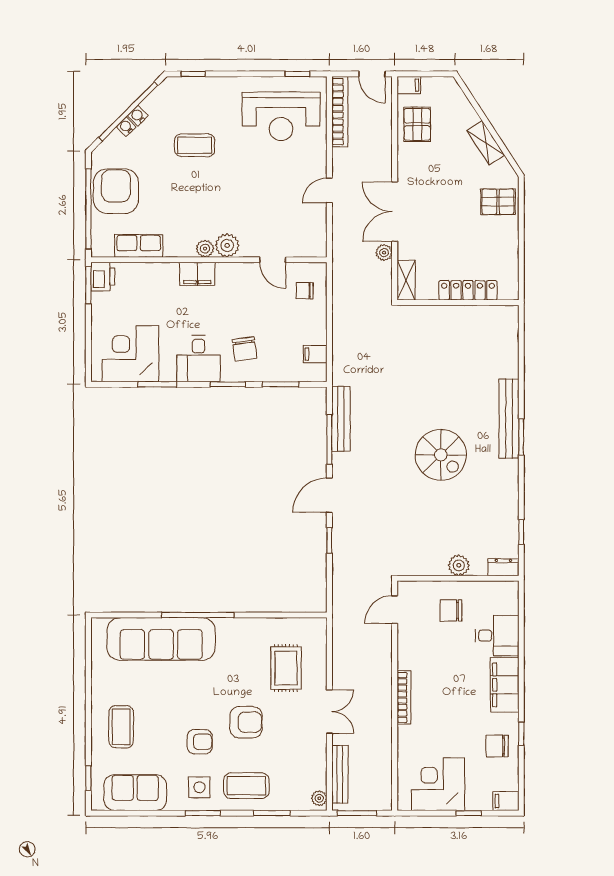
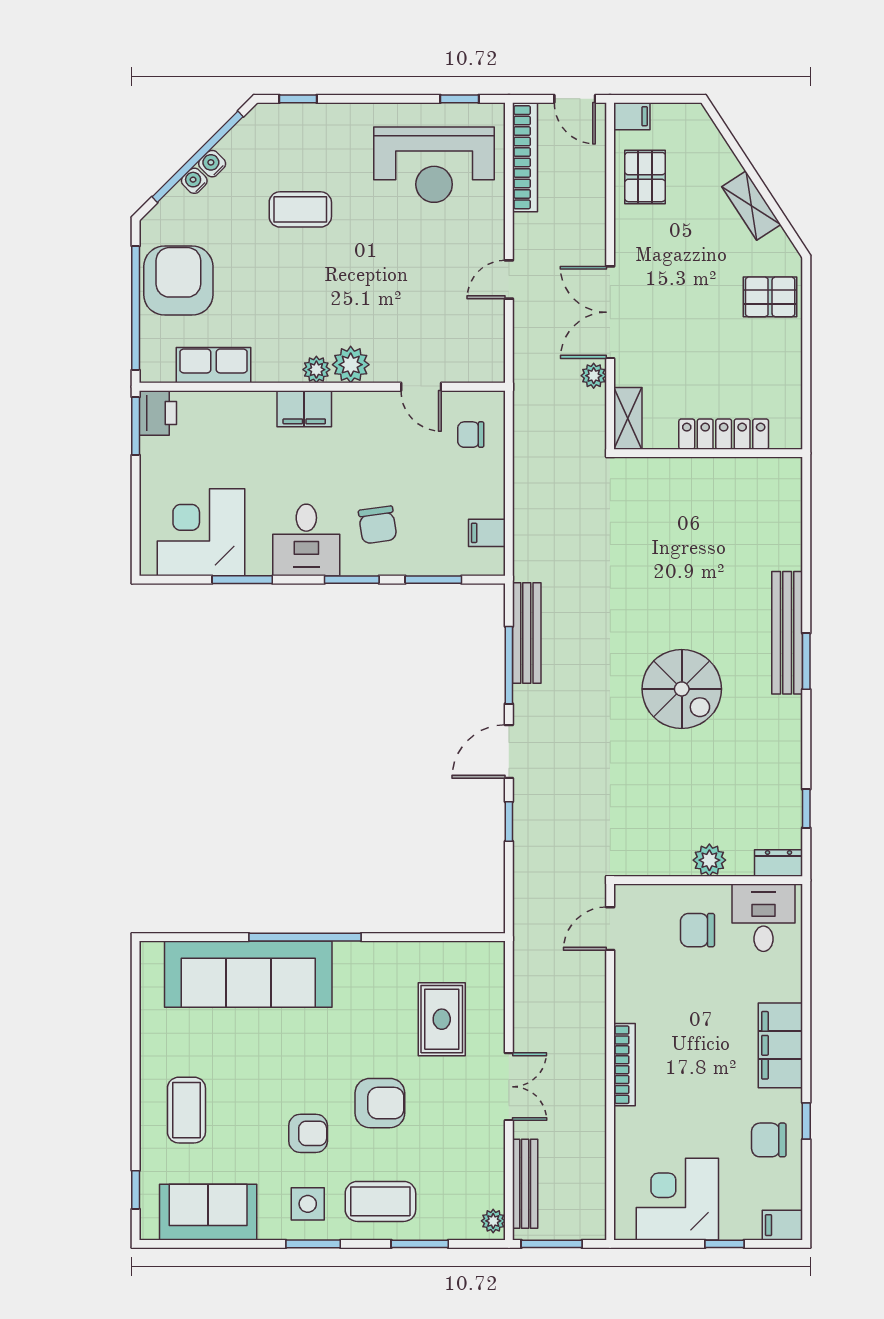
desk: (497, 636) -> (763, 918), moved, turned -90

